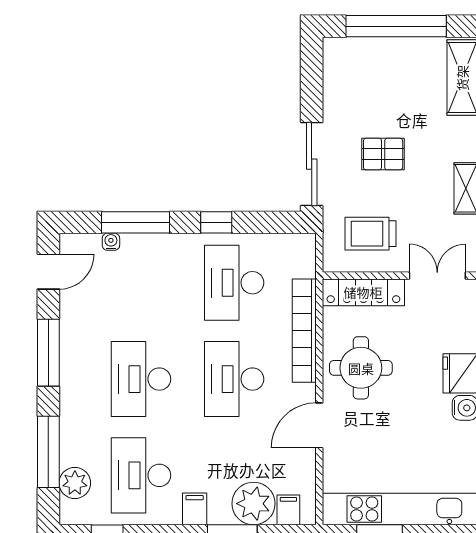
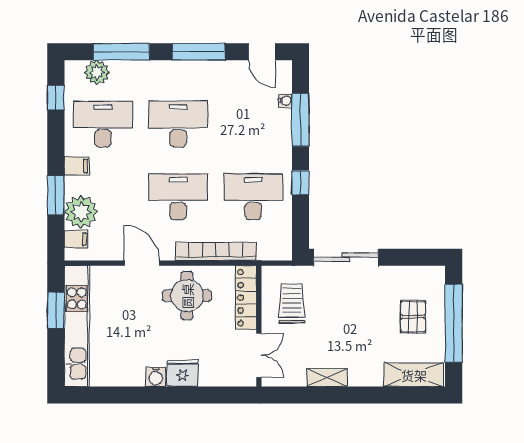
pallet: (383, 154) -> (413, 317), moved

